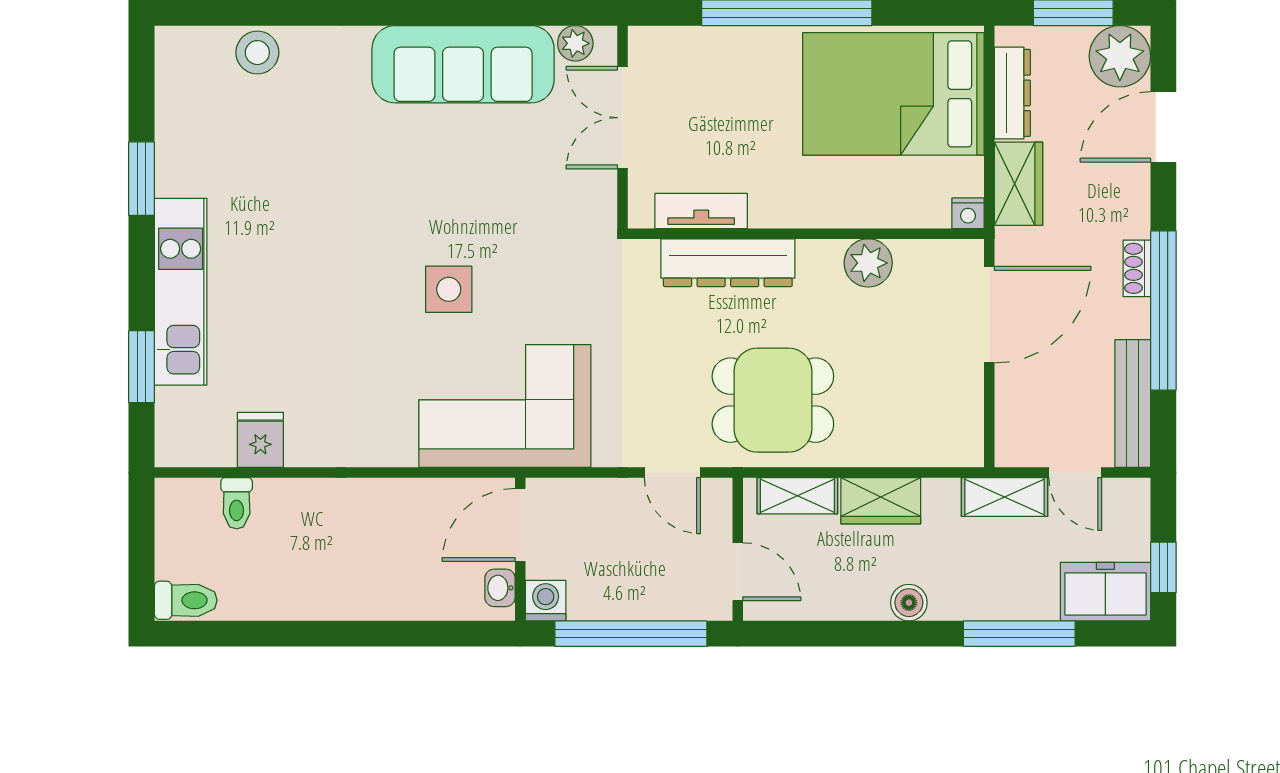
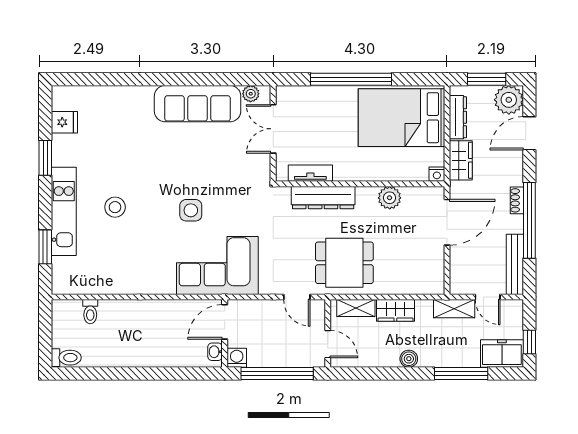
stool: (257, 53) -> (115, 207), moved
fridge: (260, 440) -> (64, 122), moved, turned 90

